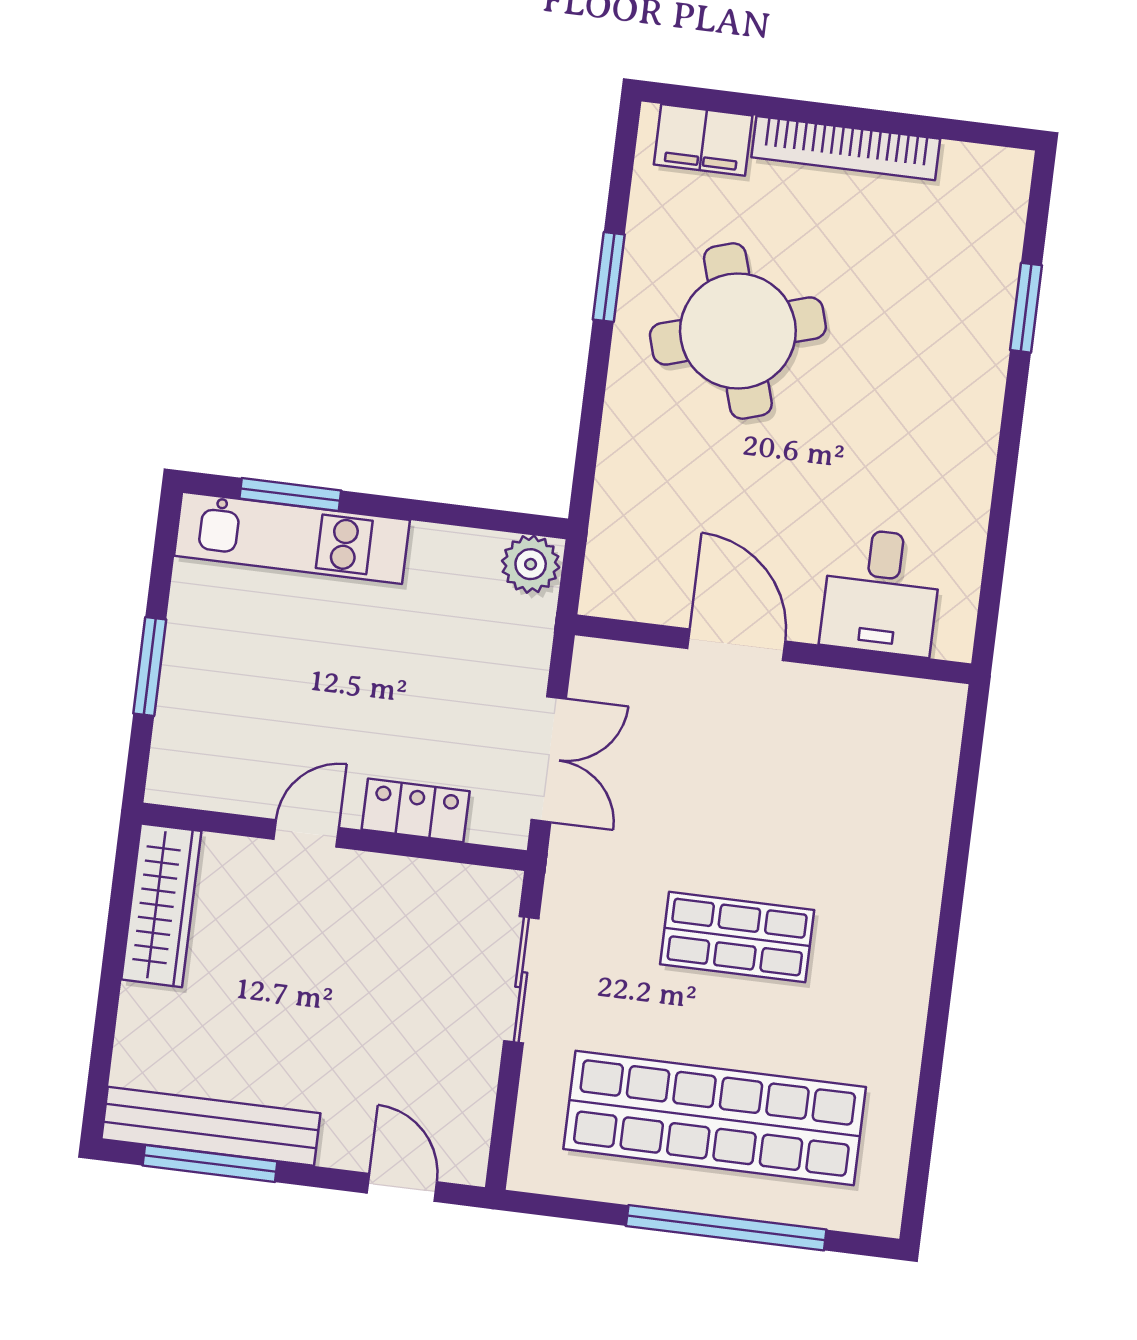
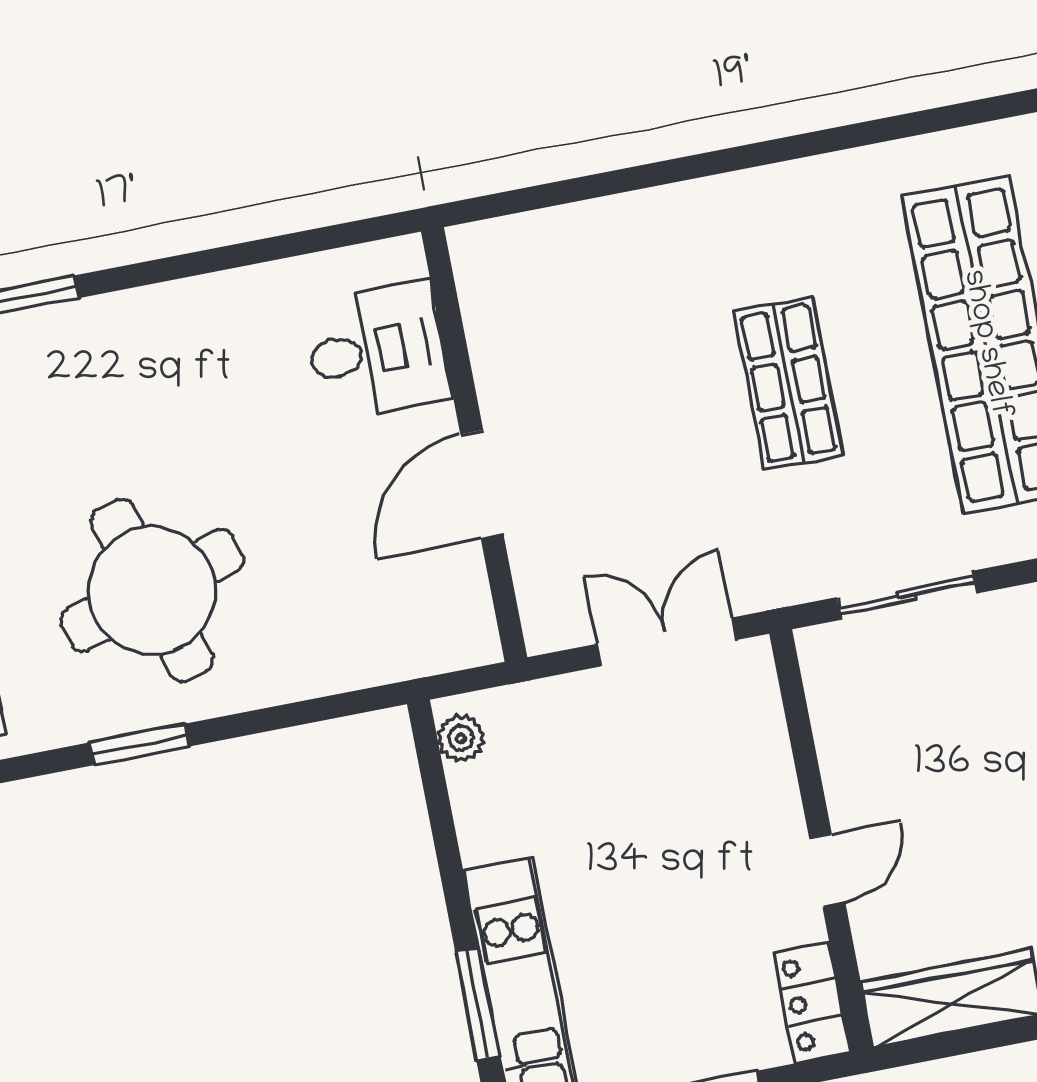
plant: (531, 564) -> (461, 738), width x0.73, depth x0.73
locker: (416, 810) -> (812, 1003), moved
door: (306, 833) -> (827, 871), swing flipped

